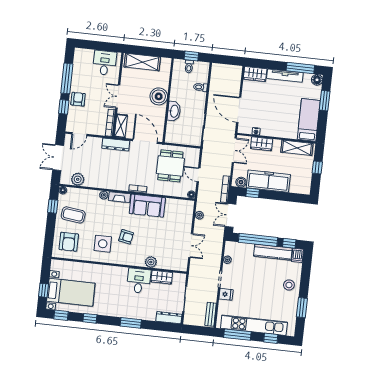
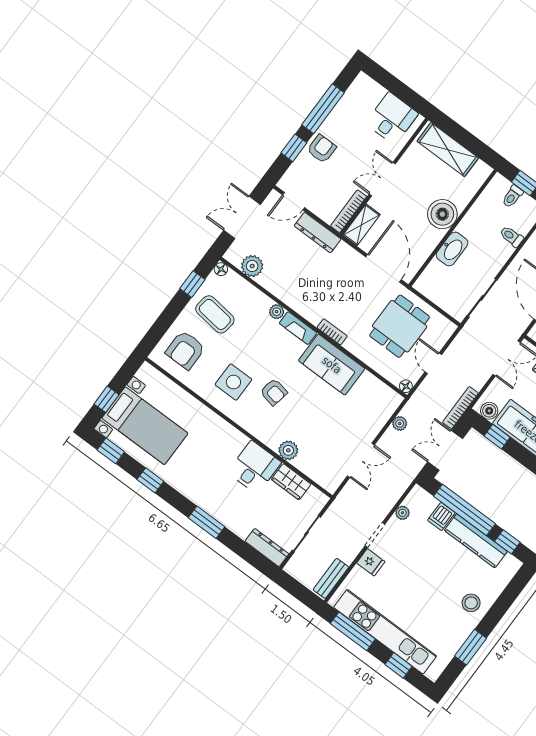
dresser: (116, 144) -> (318, 233), moved
dishwasher: (297, 255) -> (441, 516), moved

